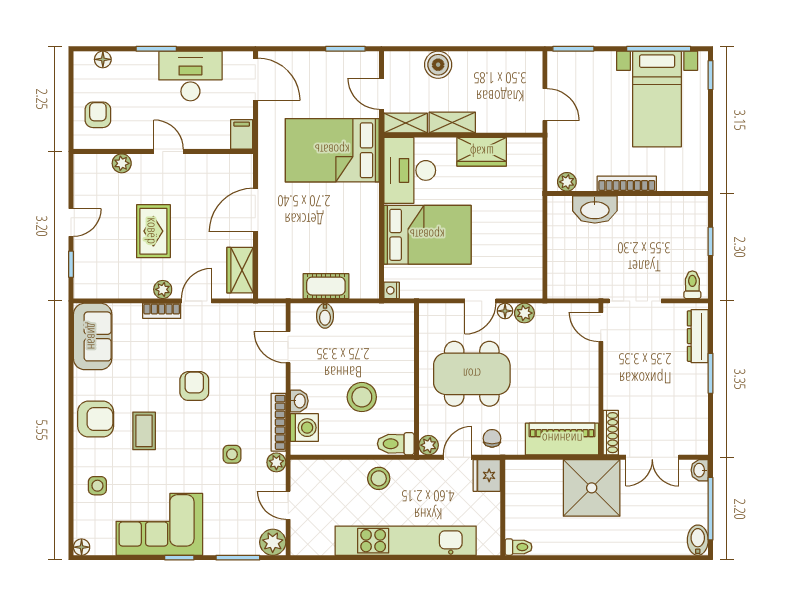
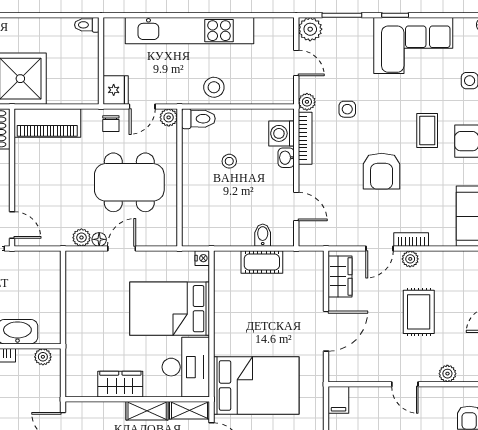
armchair: (194, 386) -> (382, 171), width x1.38, depth x1.38
stool: (362, 397) -> (229, 161), width x0.53, depth x0.53

